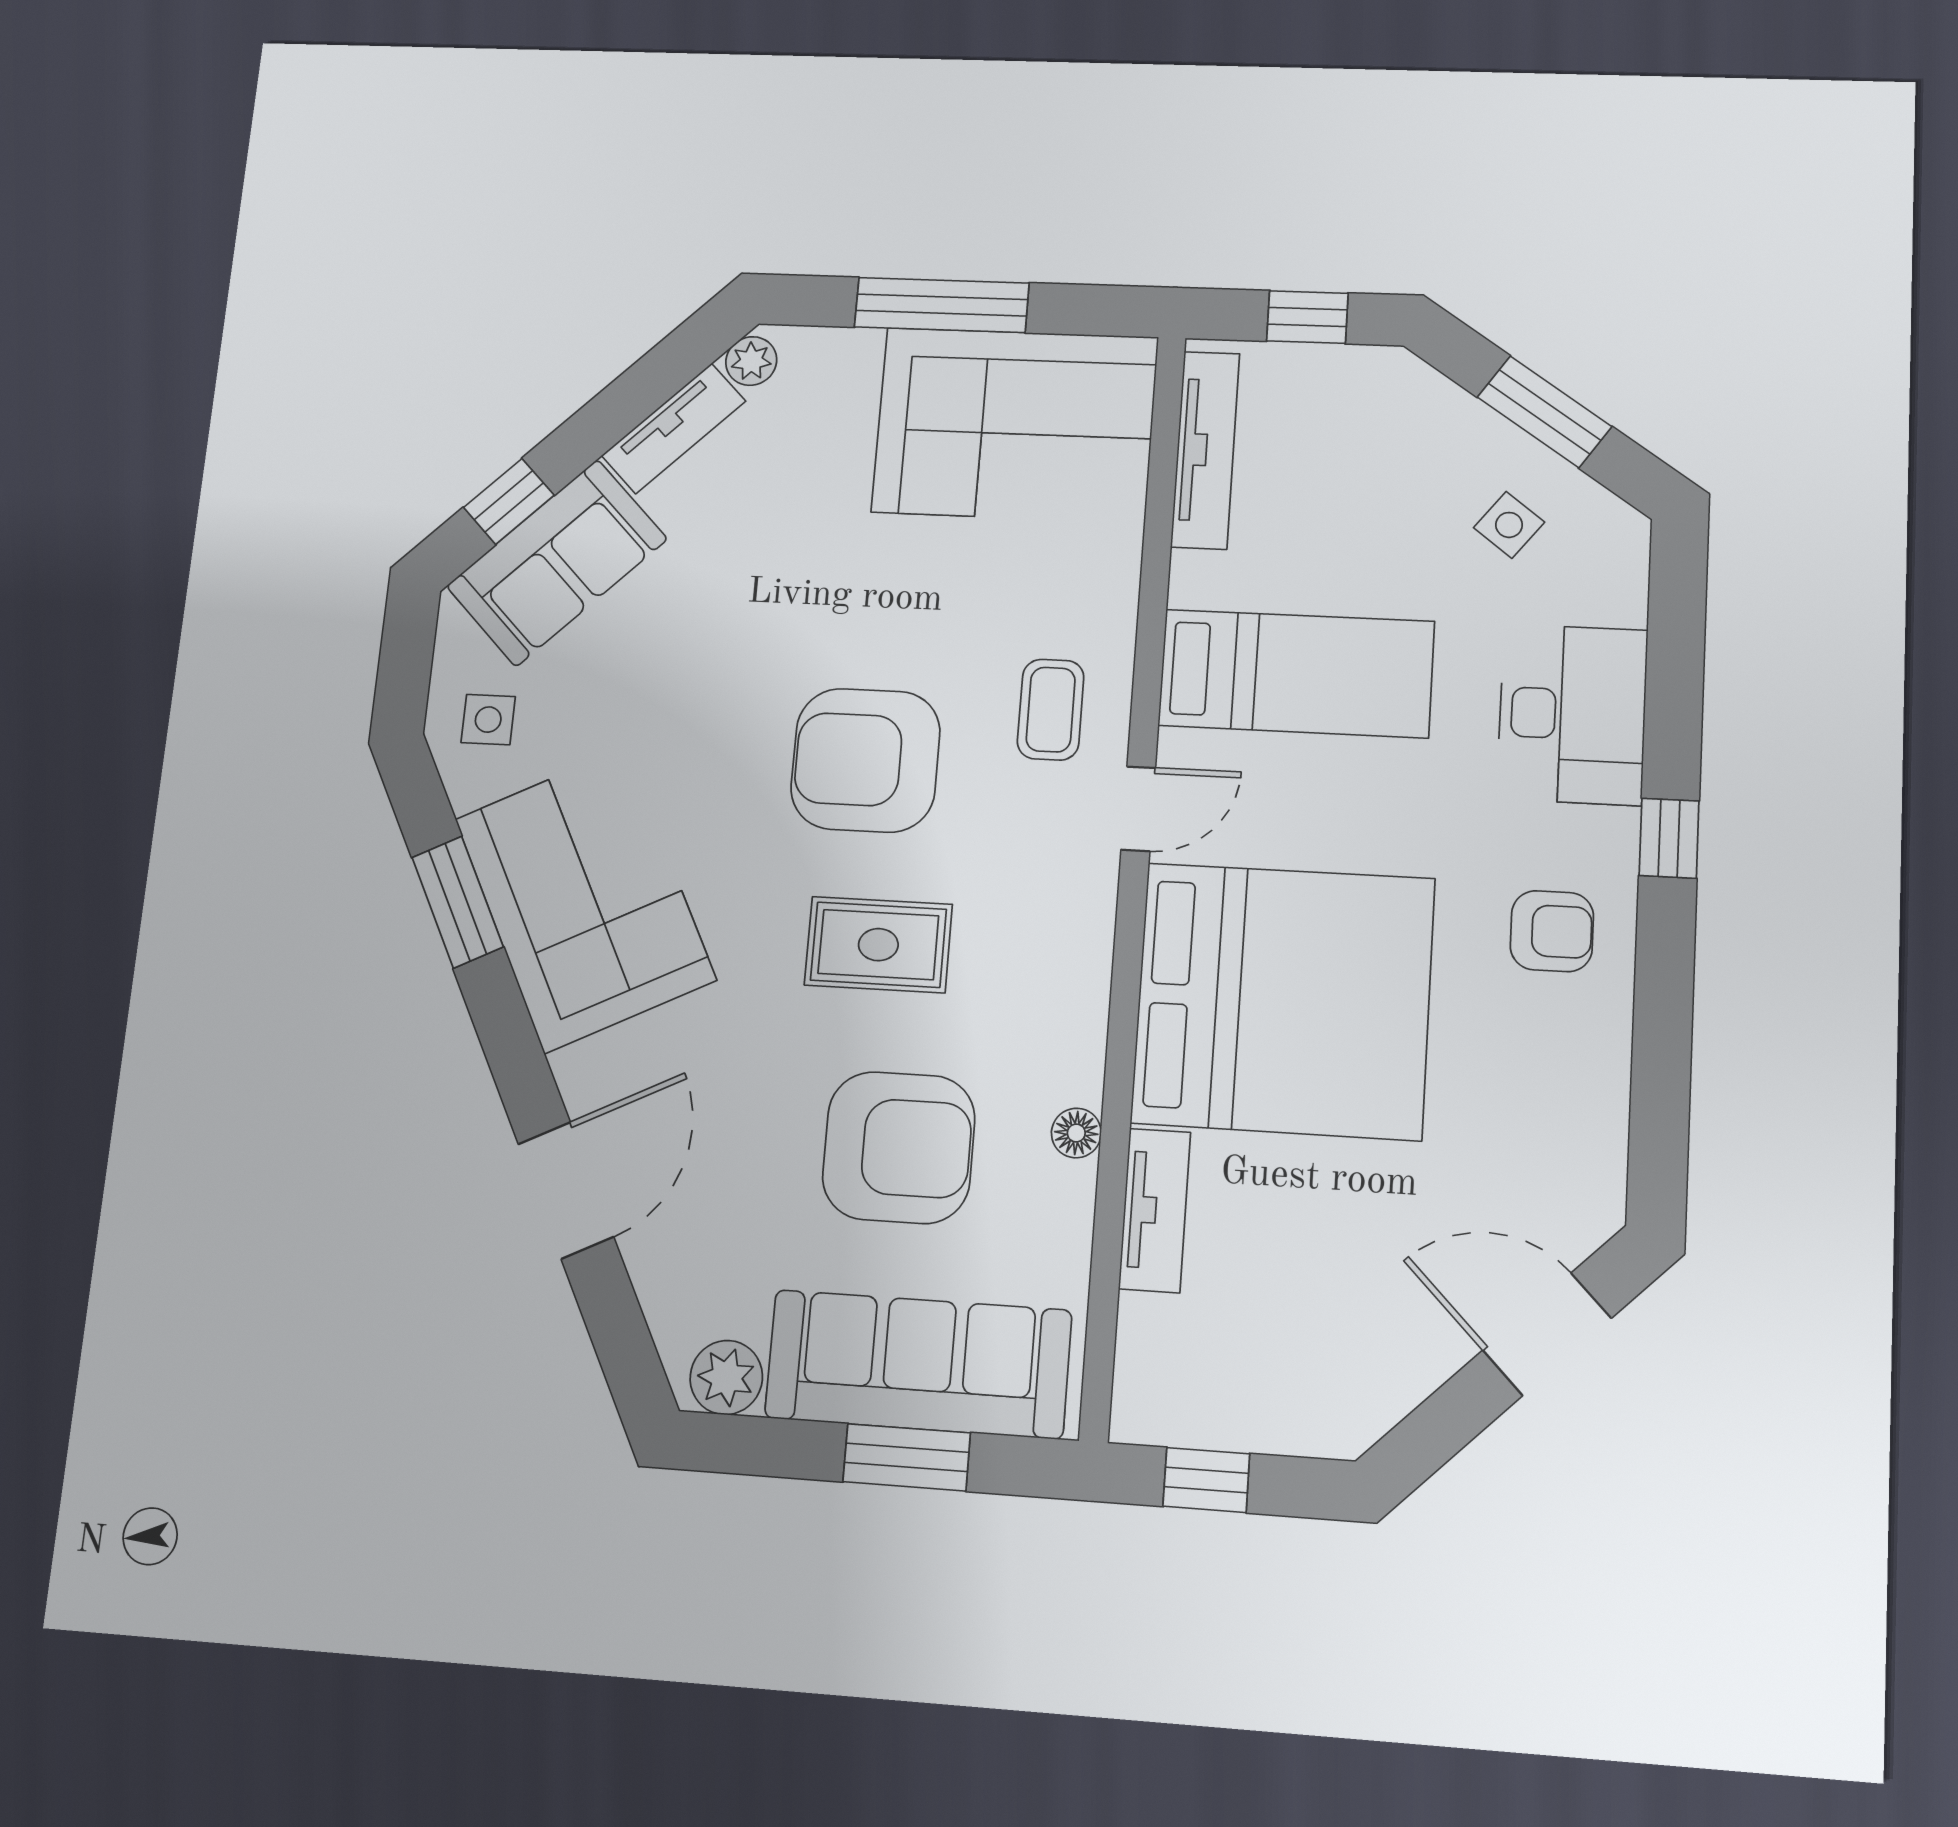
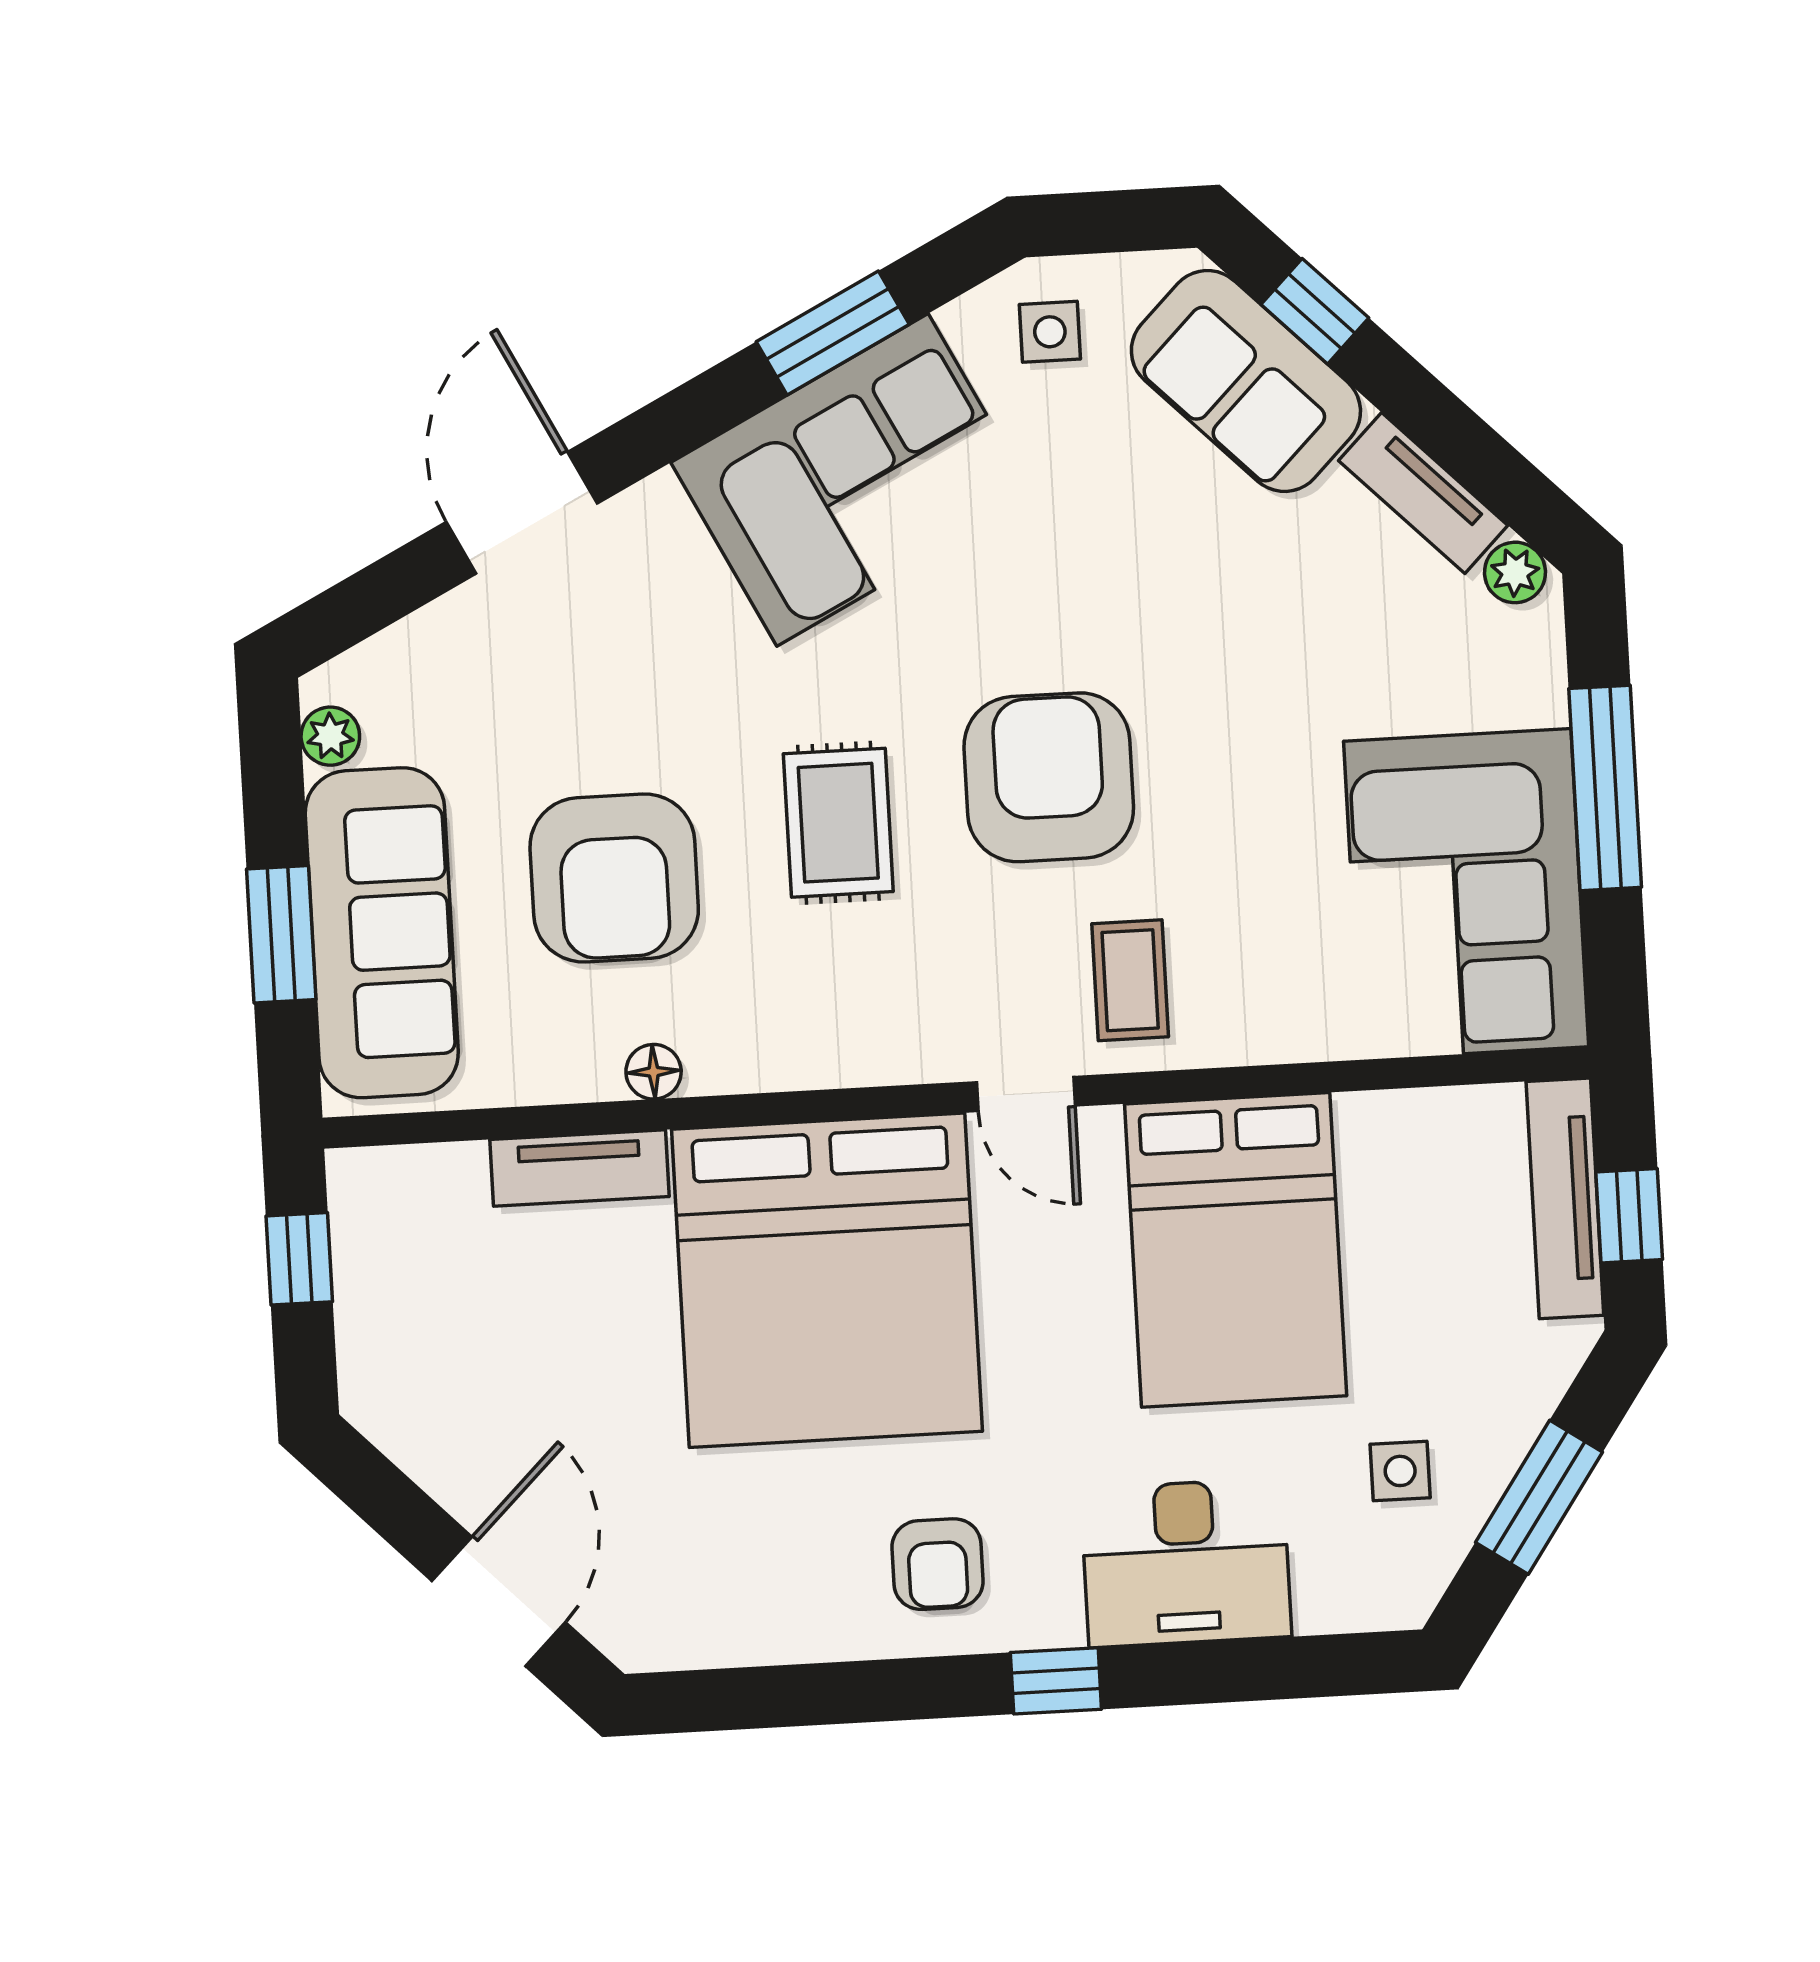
tv unit: (1205, 450) -> (1565, 1198), moved, turned 90
side table: (1509, 525) -> (1400, 1471), turned -38
bed: (1296, 673) -> (1236, 1250), width x1.50
coffee table: (1051, 710) -> (1130, 980), turned 90
door: (566, 1190) -> (522, 513), swing flipped
plant: (726, 1377) -> (330, 736), width x0.73, depth x0.73

